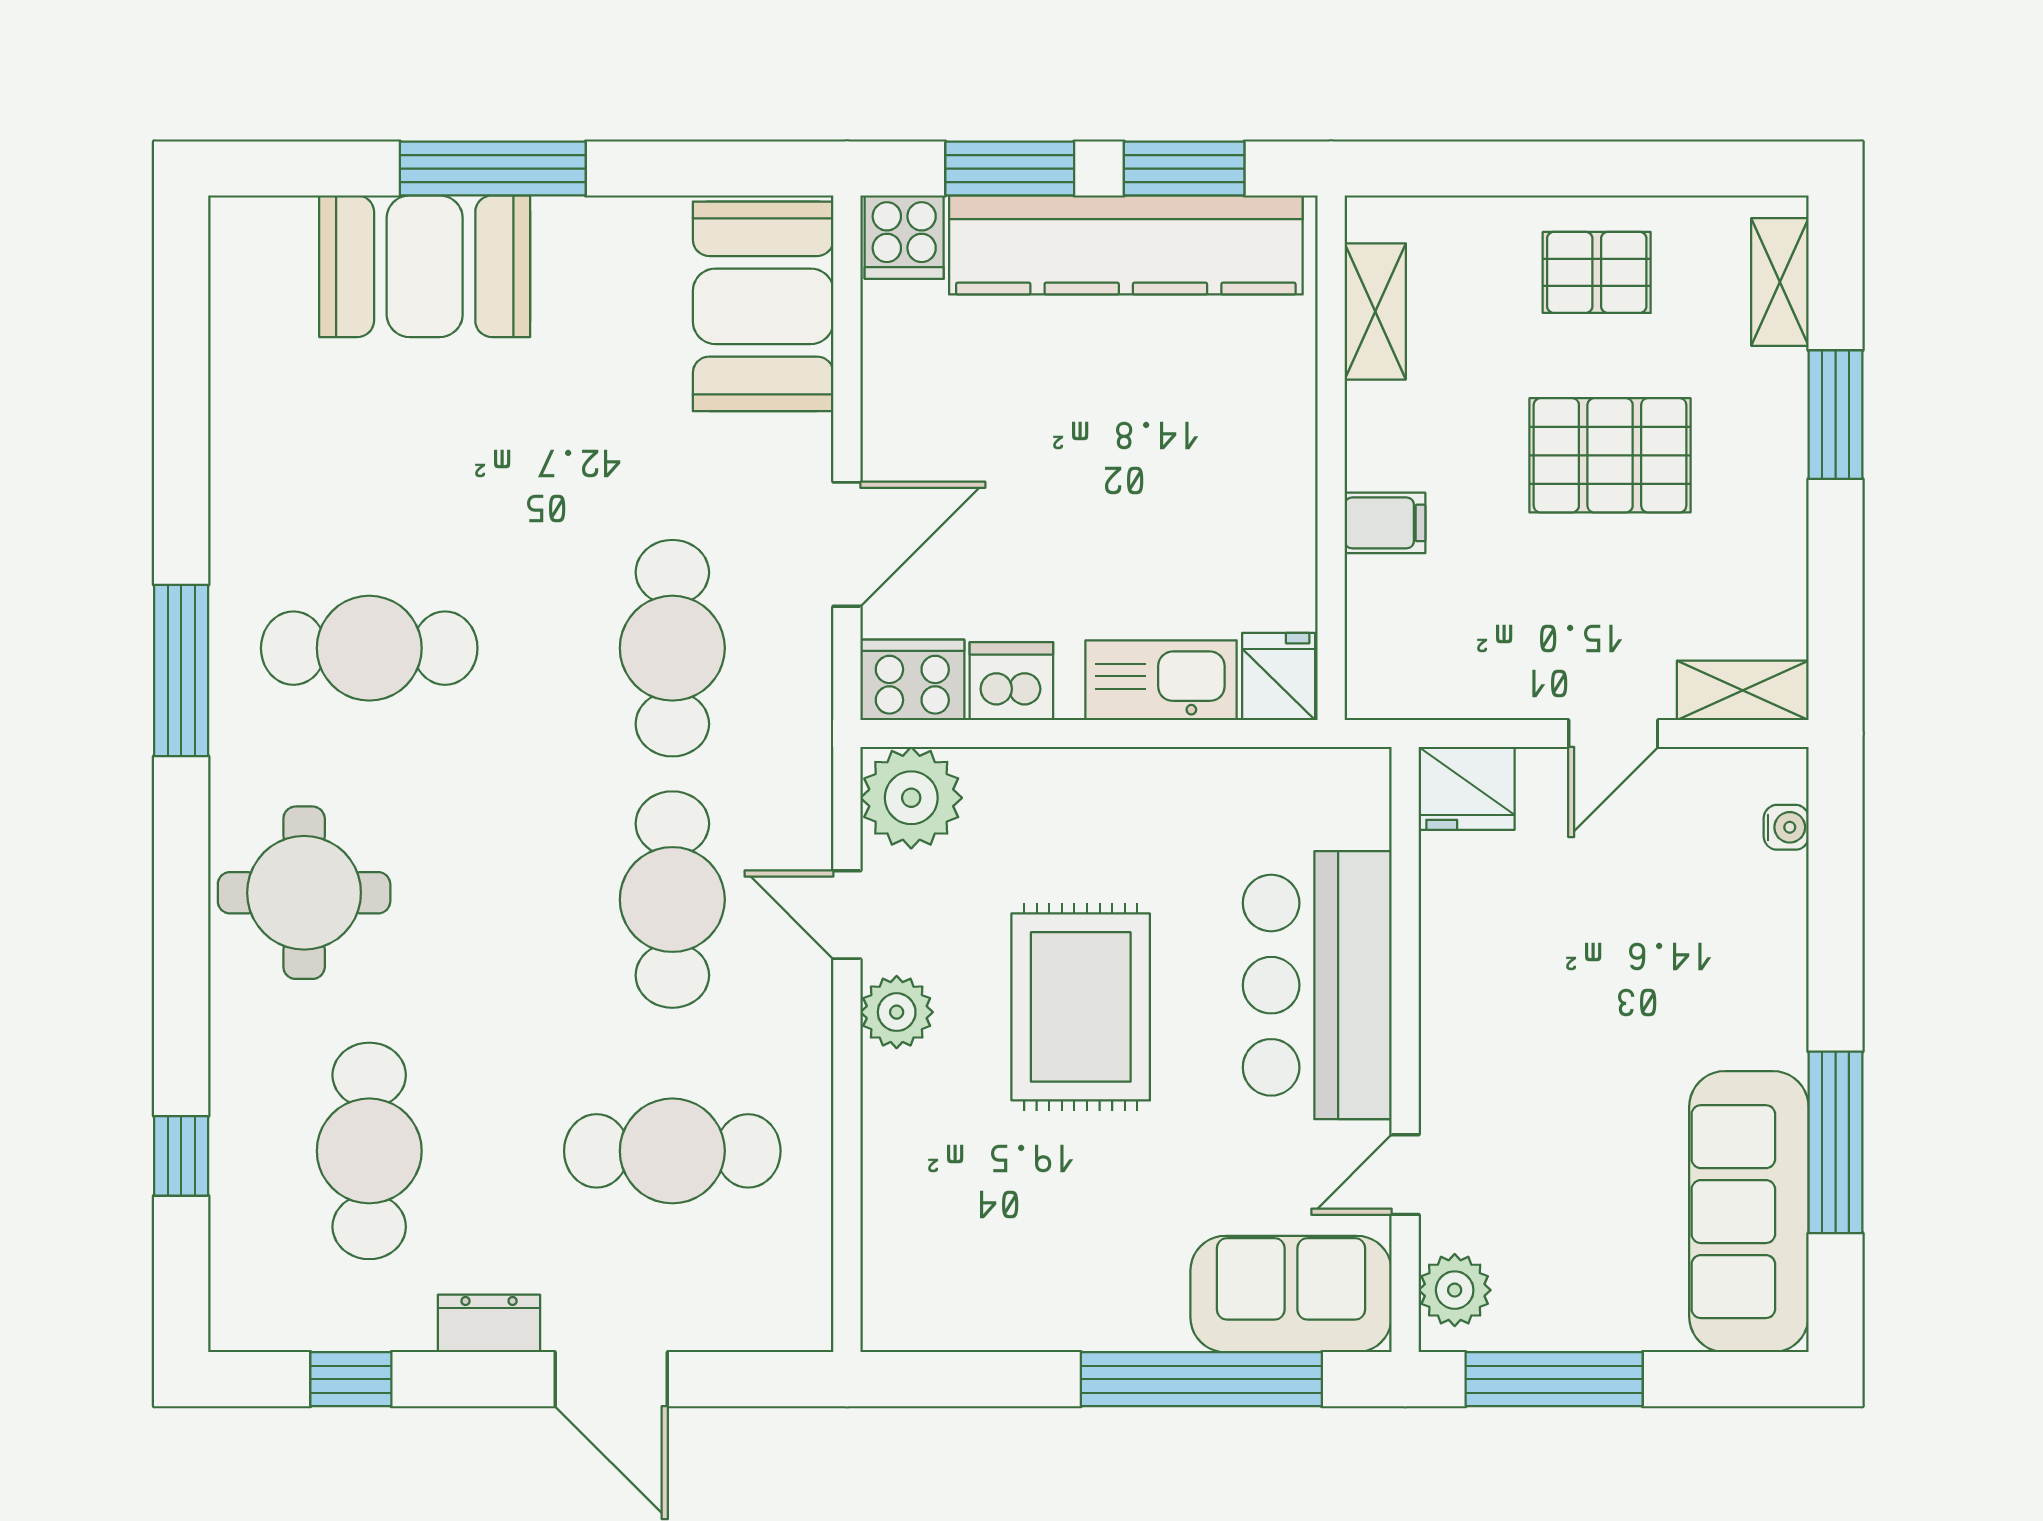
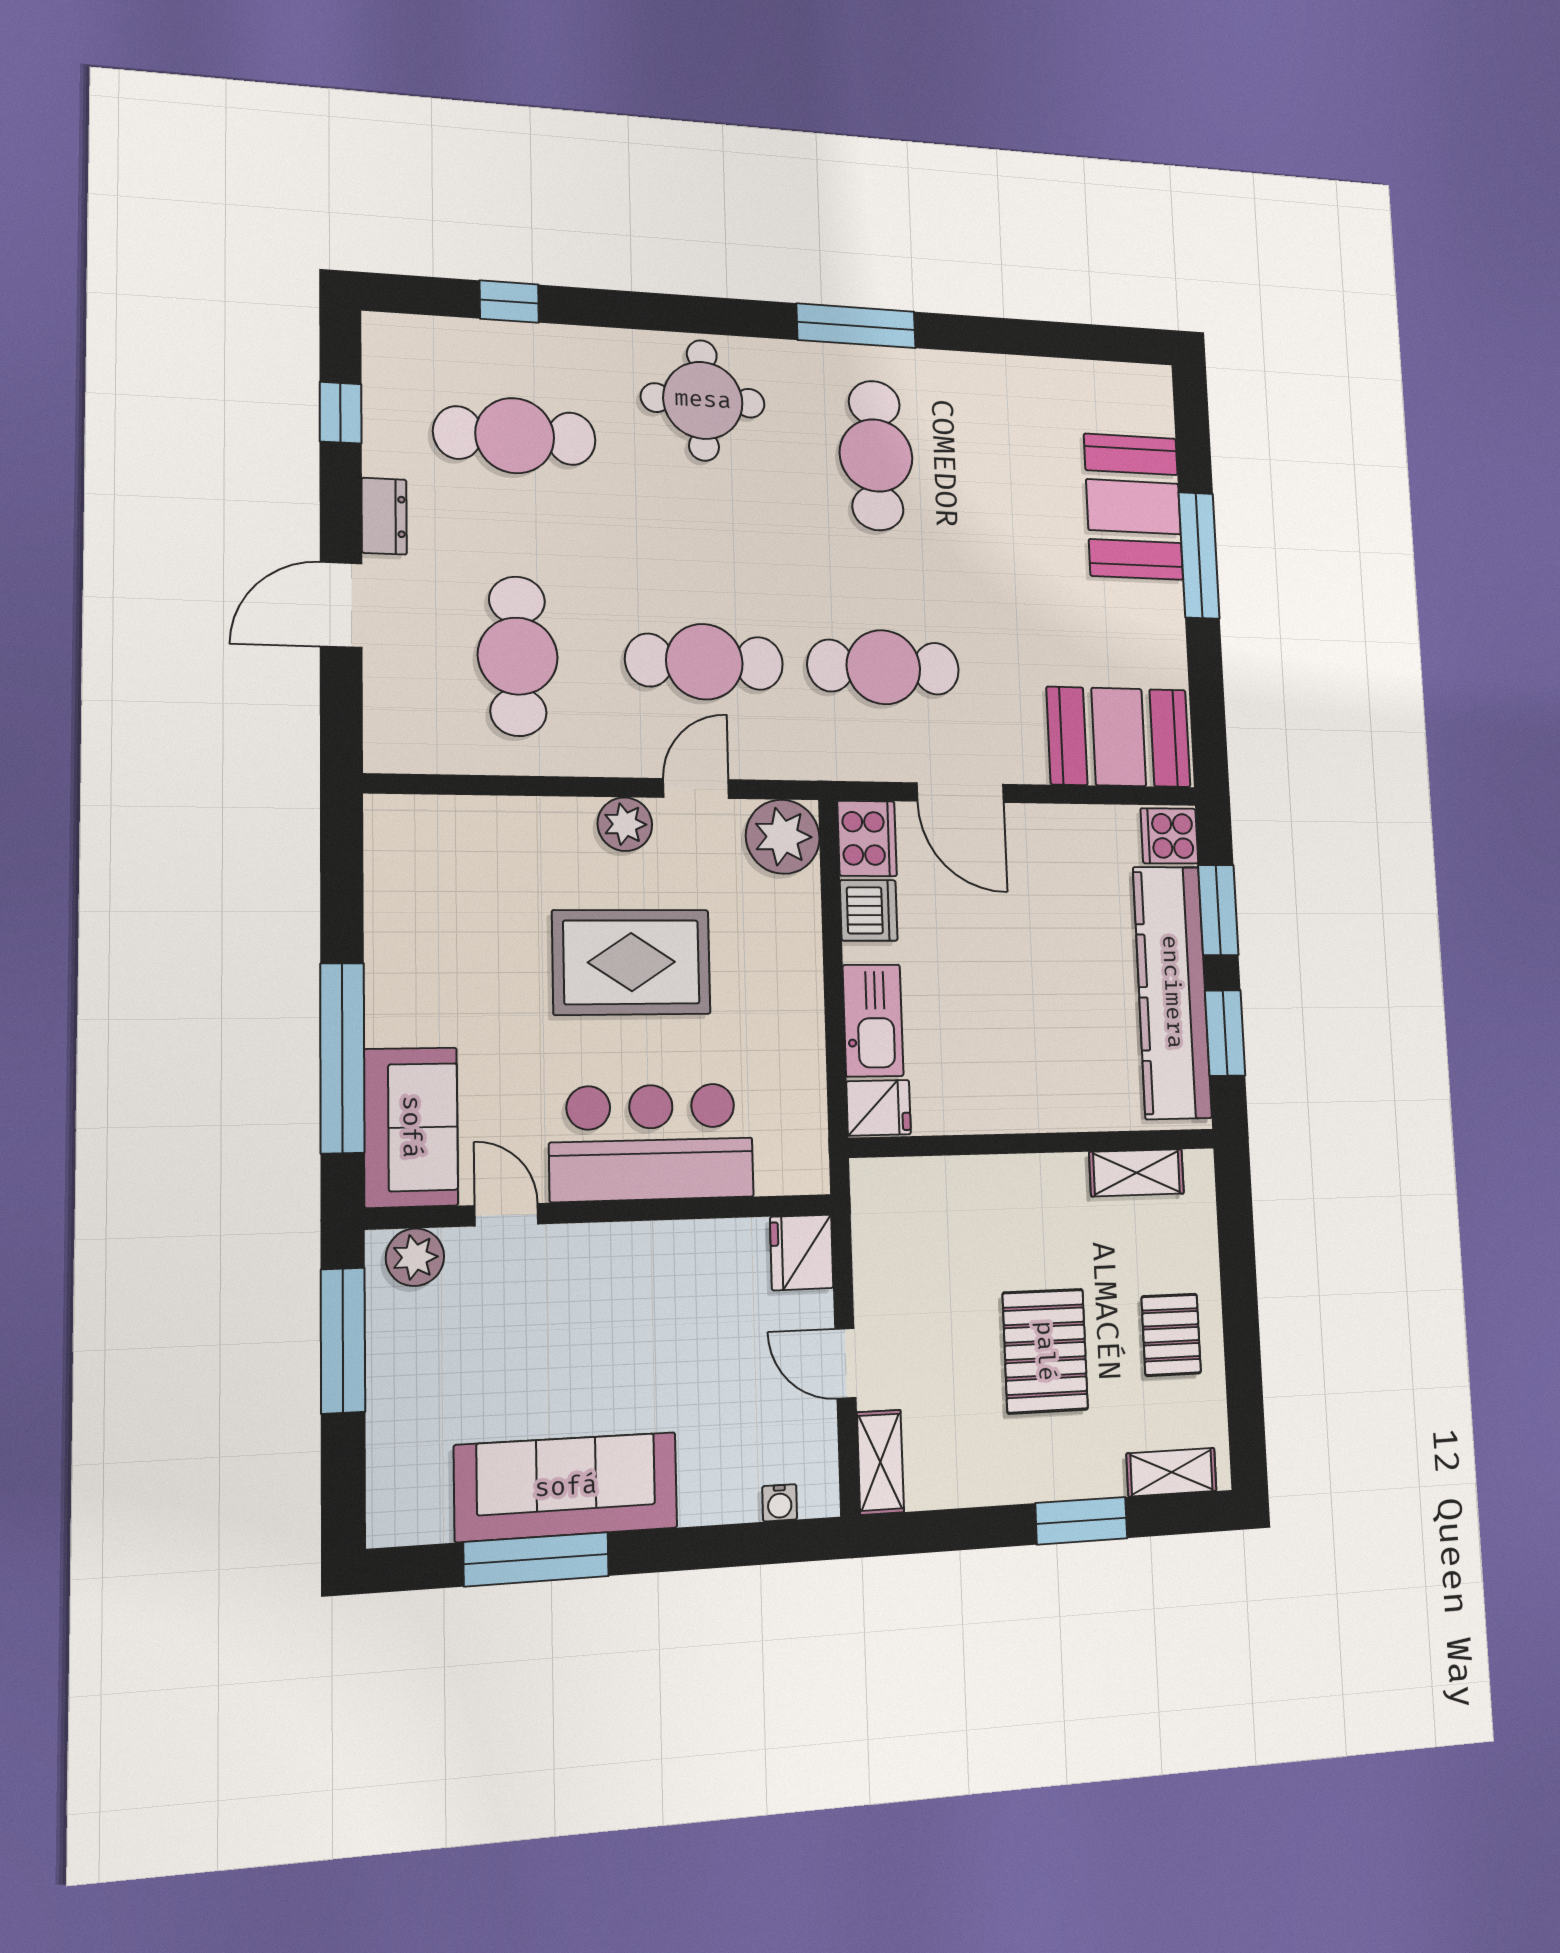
filing cabinet: (1385, 523) -> (991, 1184), removed
sofa: (1749, 1212) -> (566, 1487), moved

